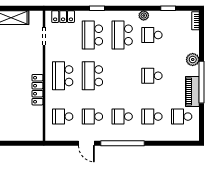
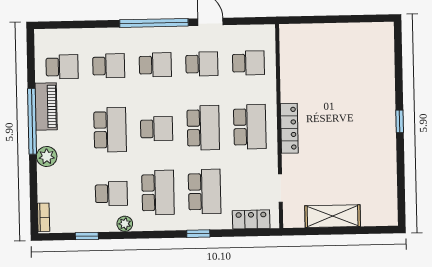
school desk: (122, 76) -> (157, 129), added
school desk: (152, 76) -> (110, 130), width x1.85
locker: (37, 90) -> (289, 128), moved

